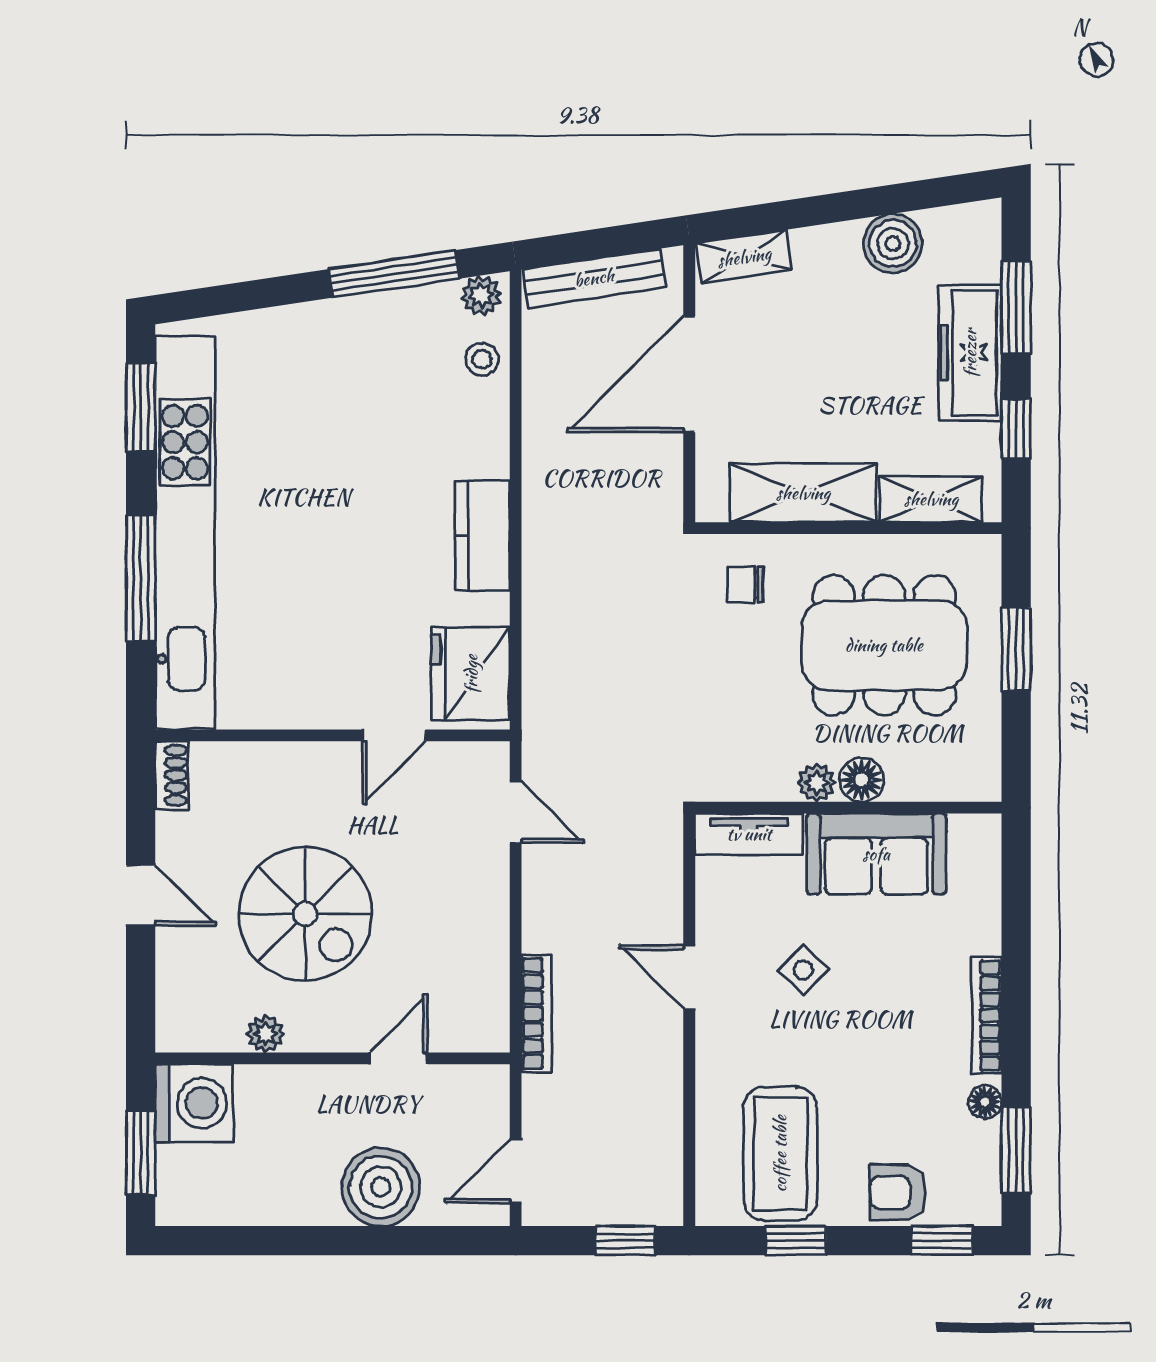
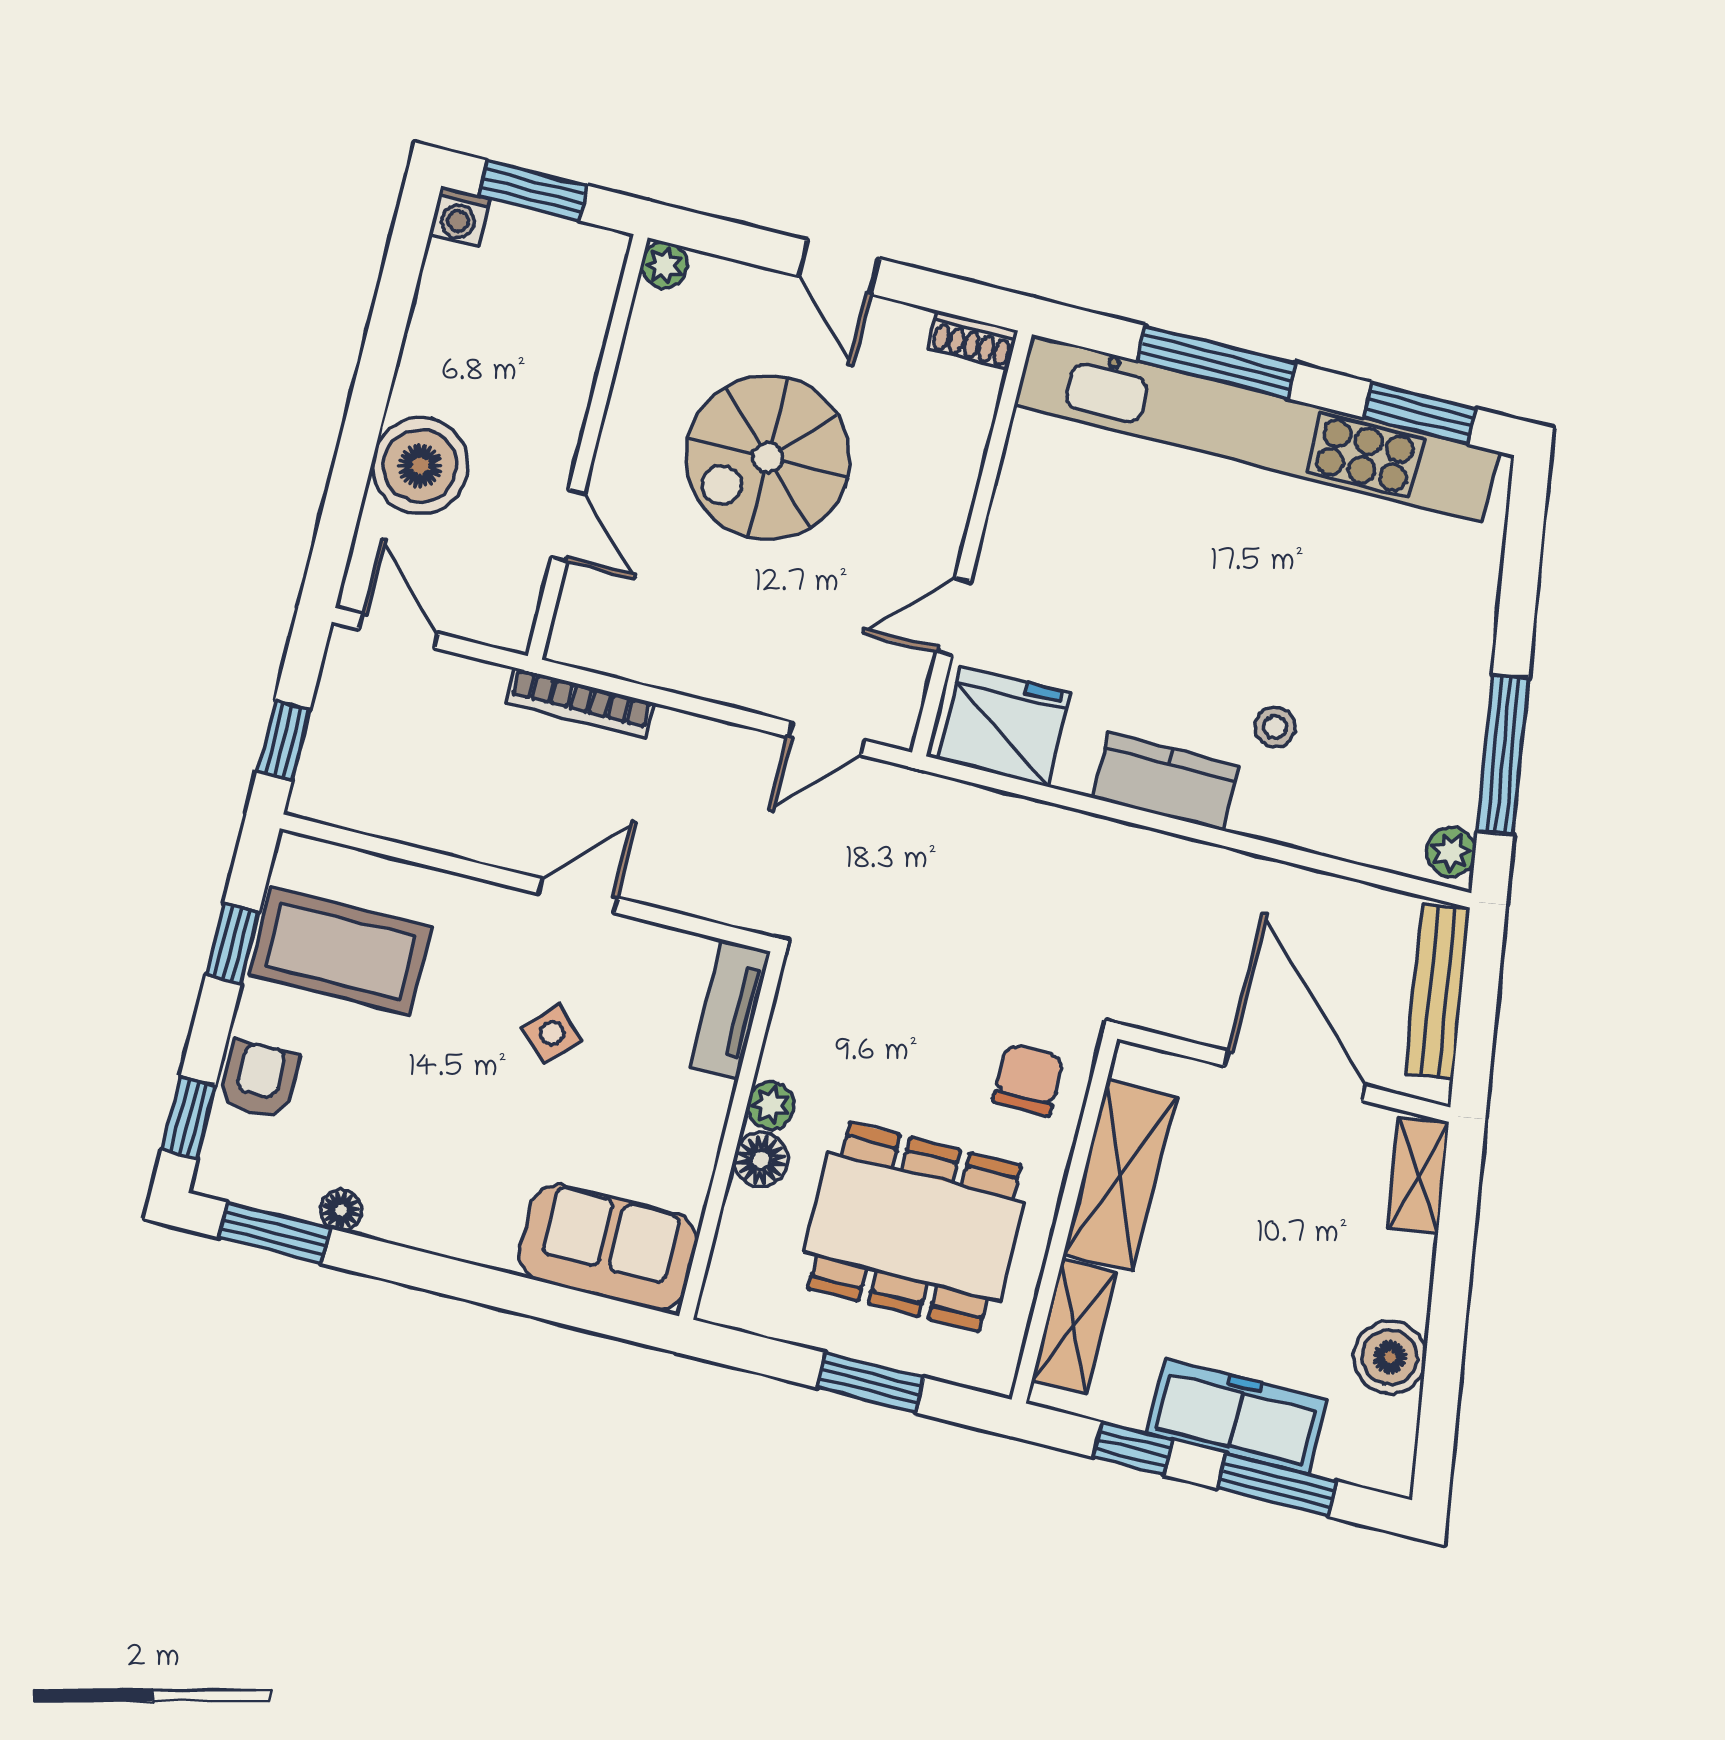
stool: (482, 359) -> (1275, 727), moved
chair: (745, 584) -> (1028, 1080), width x1.37, depth x1.37
dining table: (884, 645) -> (914, 1227), turned 90
door: (394, 735) -> (954, 617), hinge flipped
sofa: (876, 854) -> (608, 1247), moved, turned 90
door: (141, 895) -> (839, 267), hinge flipped
bookcase: (987, 1015) -> (443, 1238), removed
plant: (266, 1034) -> (664, 265), moved
washing machine: (194, 1103) -> (459, 216), moved, width x0.53, depth x0.53

